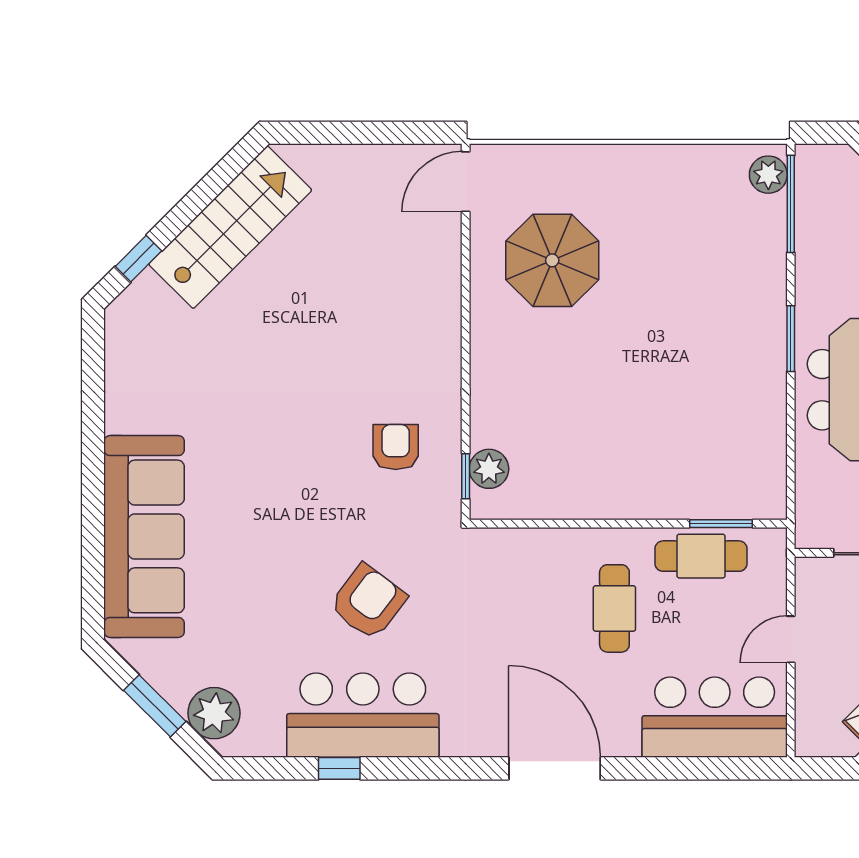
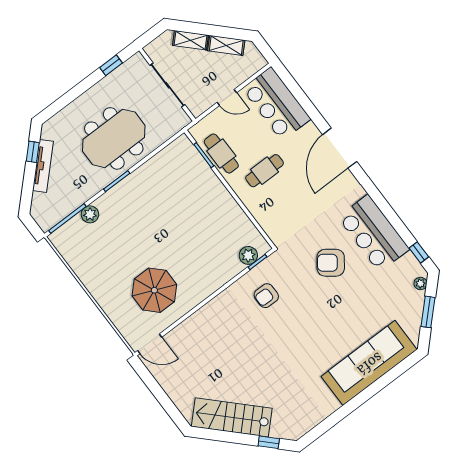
plant: (768, 175) -> (90, 214), moved
plant: (214, 713) -> (420, 283), width x0.53, depth x0.53
window: (339, 768) -> (419, 252), moved

